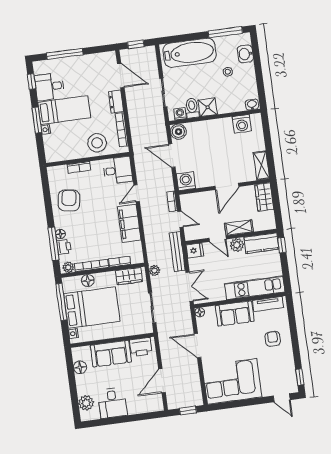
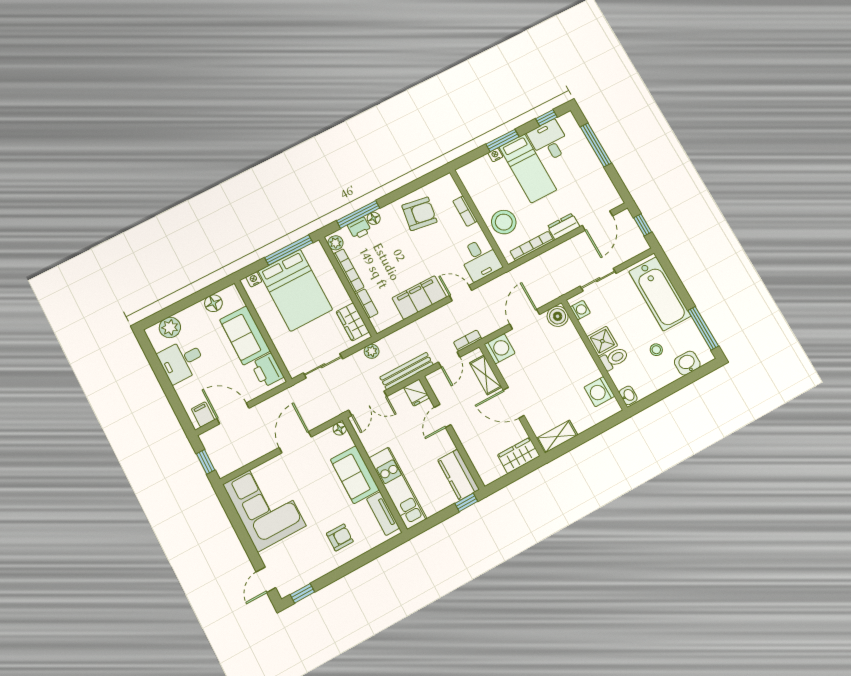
toilet: (192, 108) -> (614, 358), moved
shelving: (239, 228) -> (486, 375), moved
plant: (237, 245) -> (444, 444), removed
floor lamp: (88, 281) -> (328, 273), removed
filing cabinet: (155, 401) -> (203, 414), added

